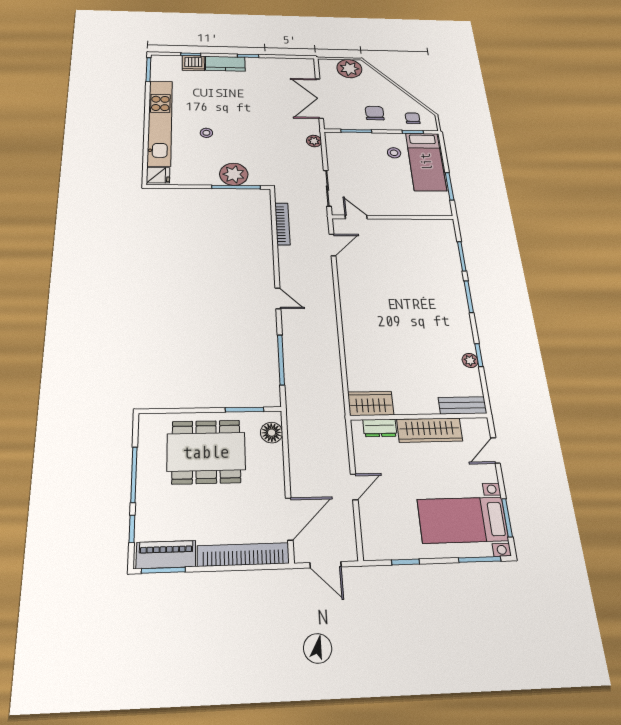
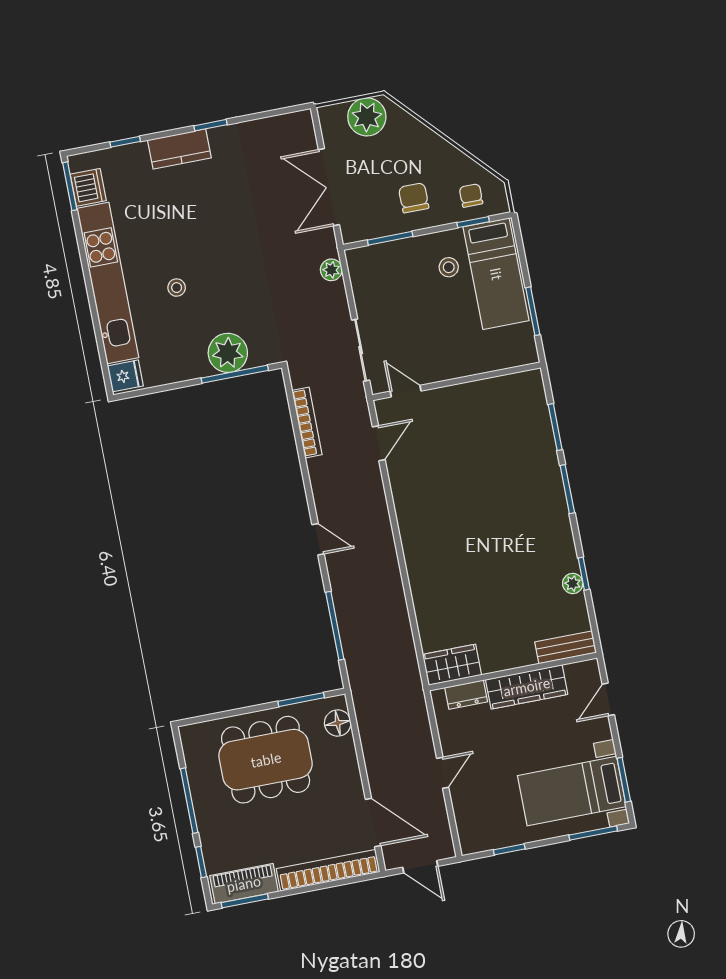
dishwasher: (193, 63) -> (88, 187), moved, turned -90
door: (289, 519) -> (373, 822), hinge flipped

